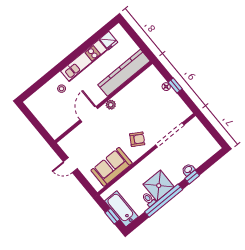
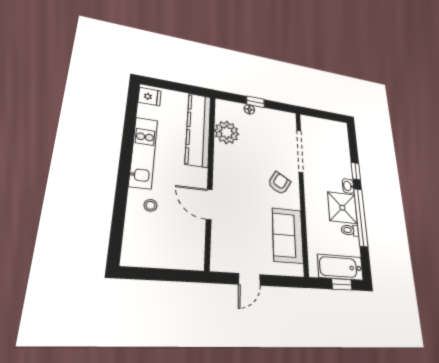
fridge: (109, 41) -> (150, 97), moved
plant: (111, 105) -> (227, 132), moved, width x1.87, depth x1.87
washbasin: (188, 170) -> (348, 186), moved

